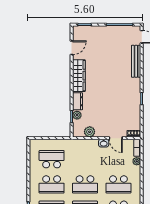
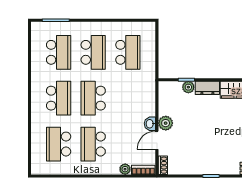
plant: (90, 132) -> (166, 123), moved
school desk: (52, 184) -> (93, 52), turned 180

